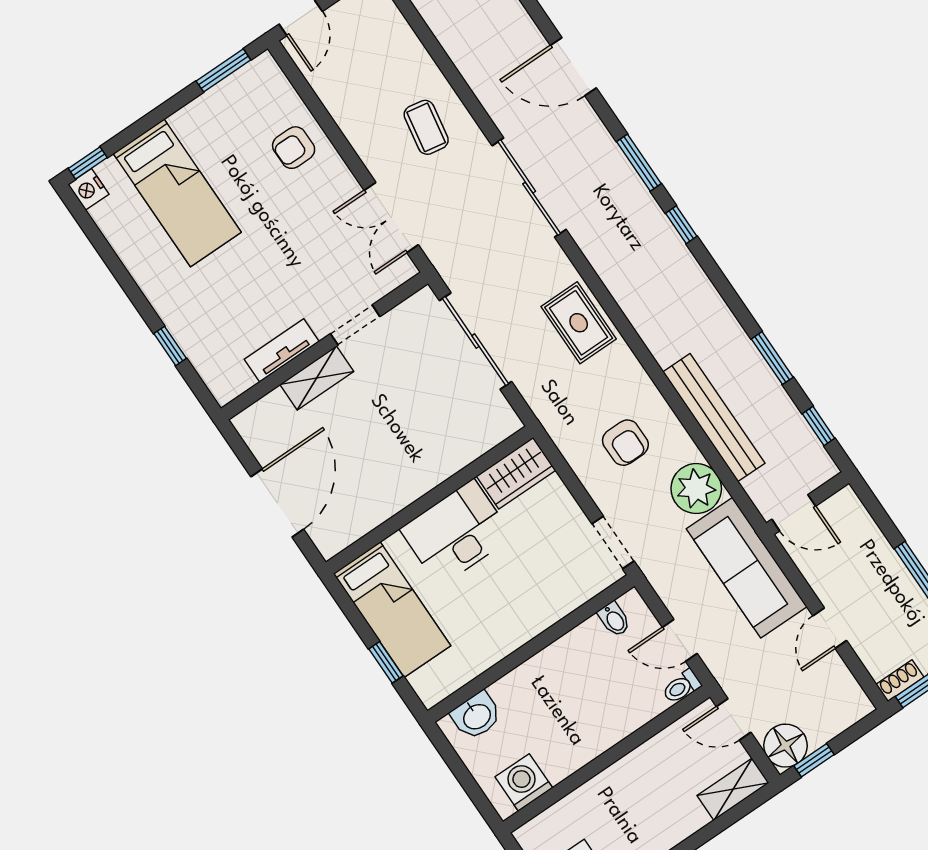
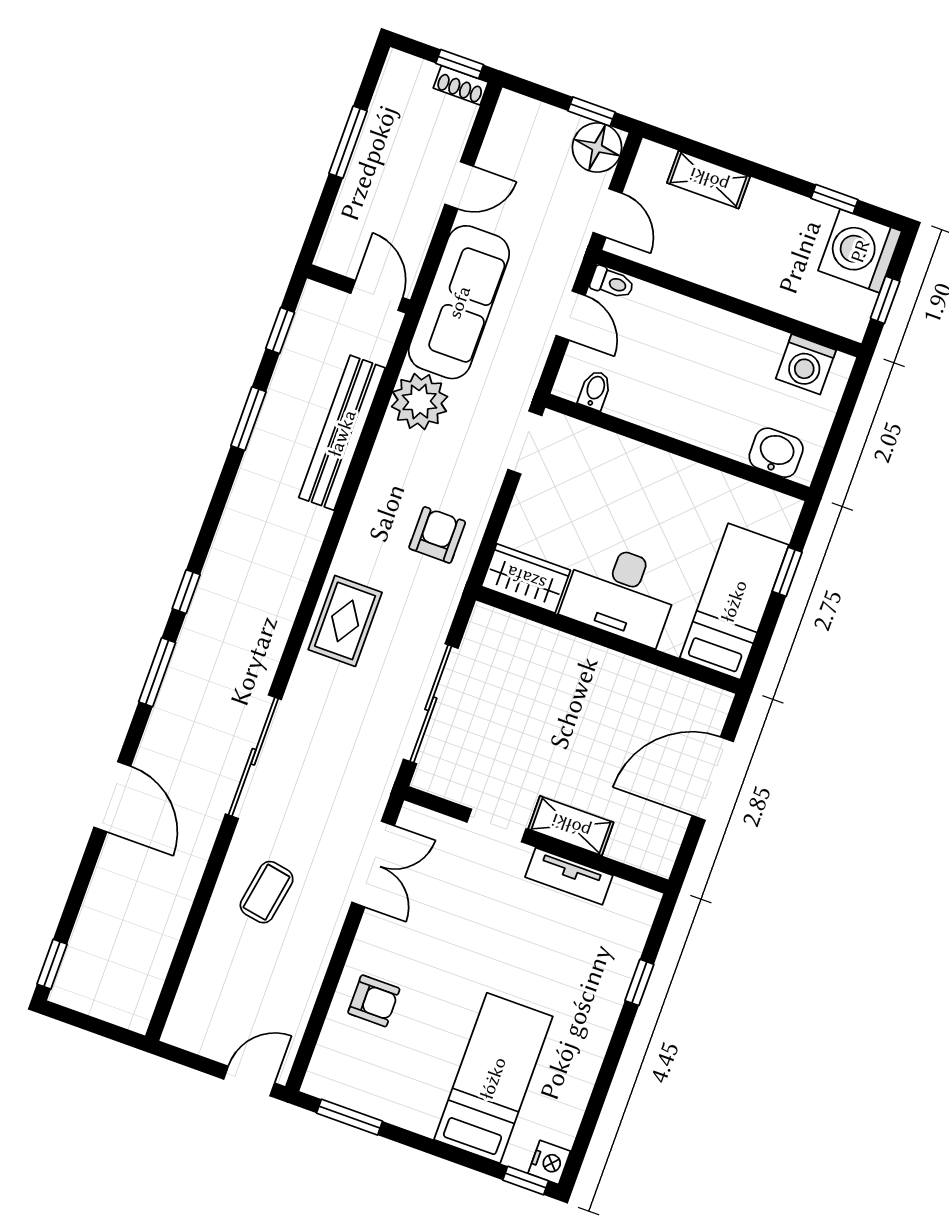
armchair: (625, 443) -> (437, 535), moved
shelving: (733, 789) -> (709, 180), moved

